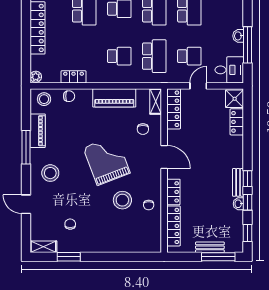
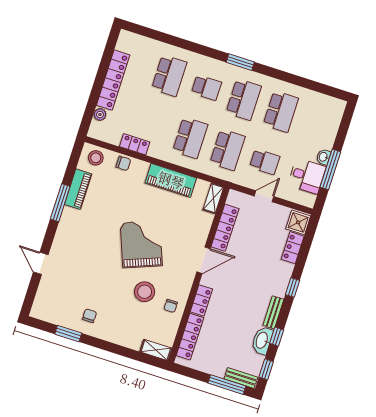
school desk: (119, 56) -> (190, 138), width x1.85
desk: (229, 70) -> (307, 176), moved
plant: (36, 77) -> (100, 115), moved
locker: (174, 109) -> (225, 228), moved
chair: (143, 129) -> (190, 223), removed
door: (164, 157) -> (204, 260), hinge flipped
stool: (50, 173) -> (77, 238), removed
window: (248, 179) -> (292, 287), moved
washbasin: (238, 204) -> (262, 340), width x1.91, depth x1.45
chair: (70, 224) -> (90, 316), moved
shelving: (43, 247) -> (156, 350), moved
bench: (210, 247) -> (241, 378), moved

